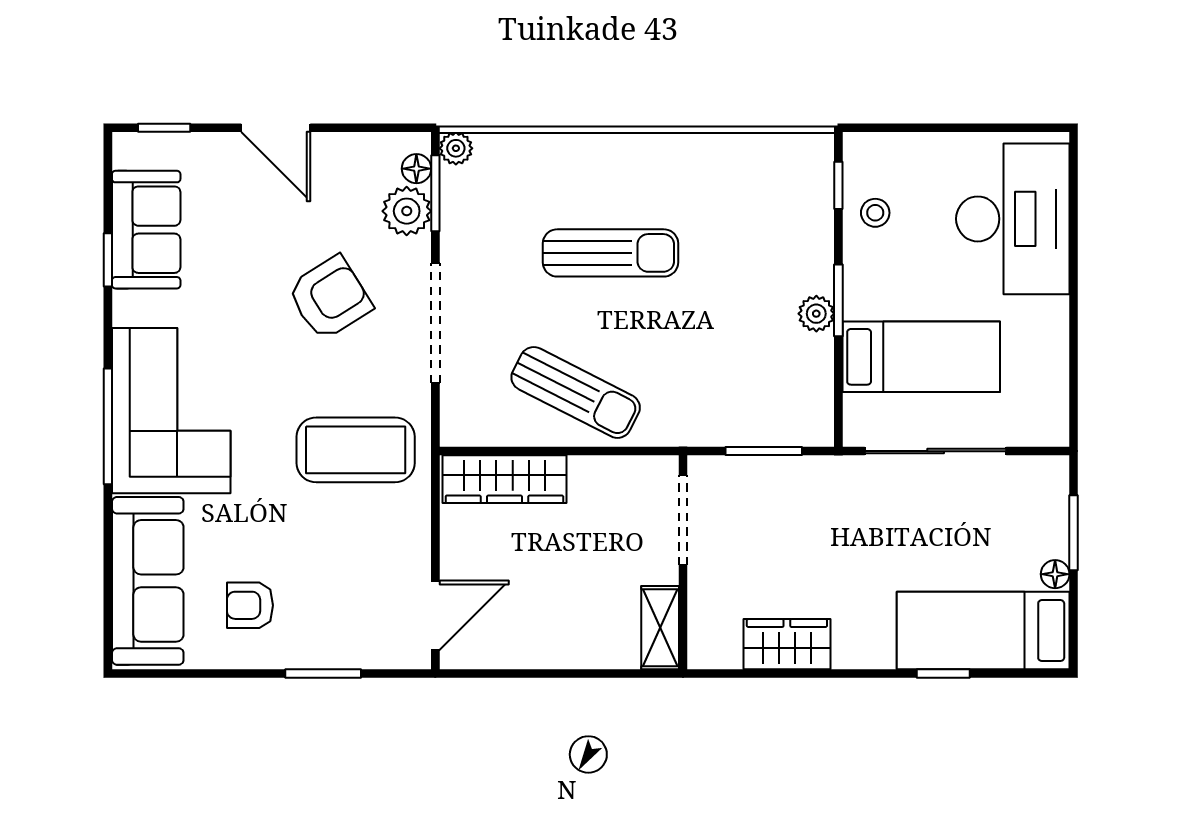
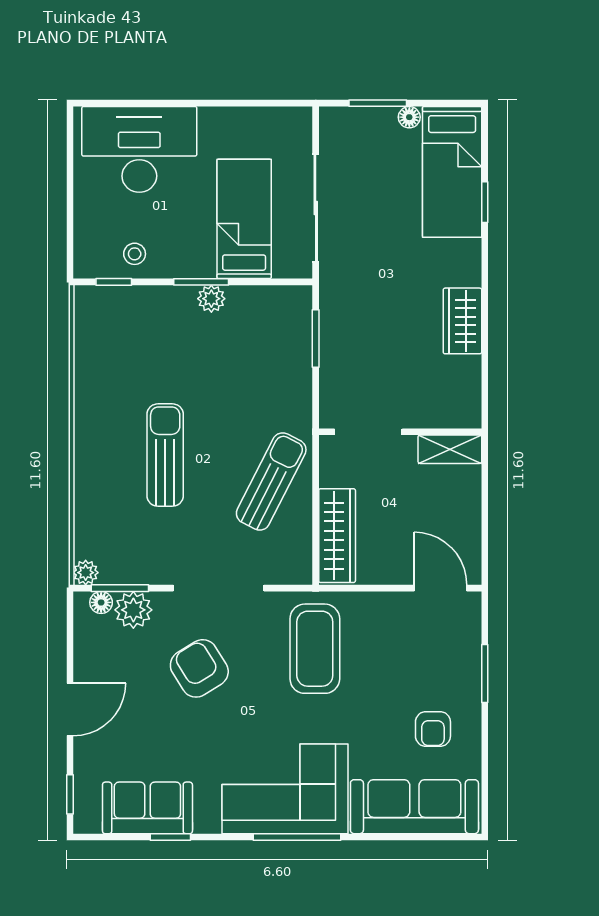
doorway: (683, 520) -> (368, 432), moved
wall: (683, 562) -> (400, 432), moved
shelving: (660, 628) -> (450, 449), moved

